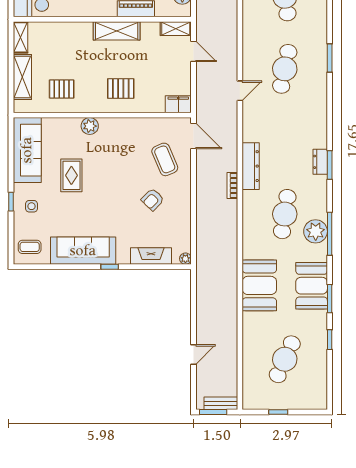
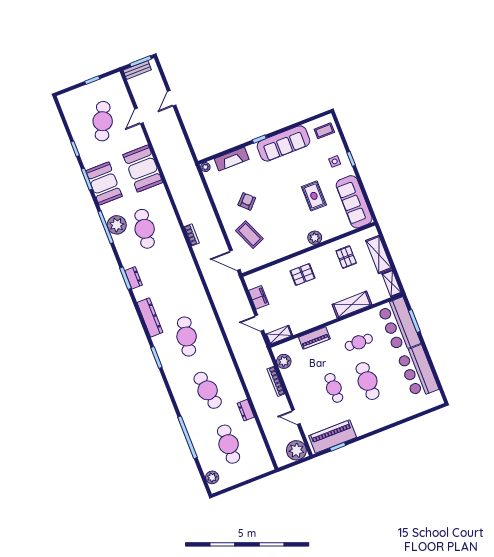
shelving: (117, 31) -> (352, 304), moved
pallet: (62, 89) -> (346, 257), turned 90
door: (240, 91) -> (139, 116), moved
filing cabinet: (178, 104) -> (259, 297), moved, turned -90
dresser: (251, 166) -> (150, 317), moved, turned 180

